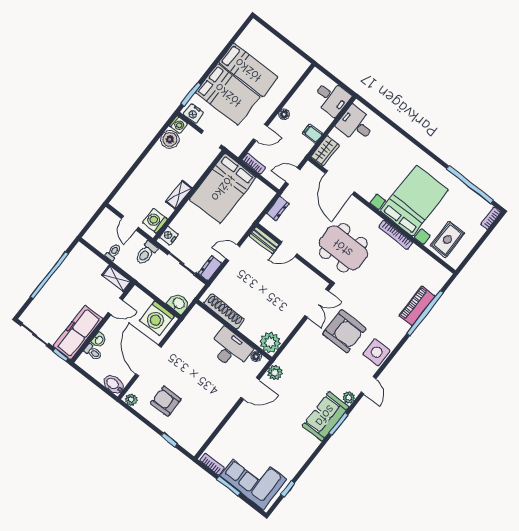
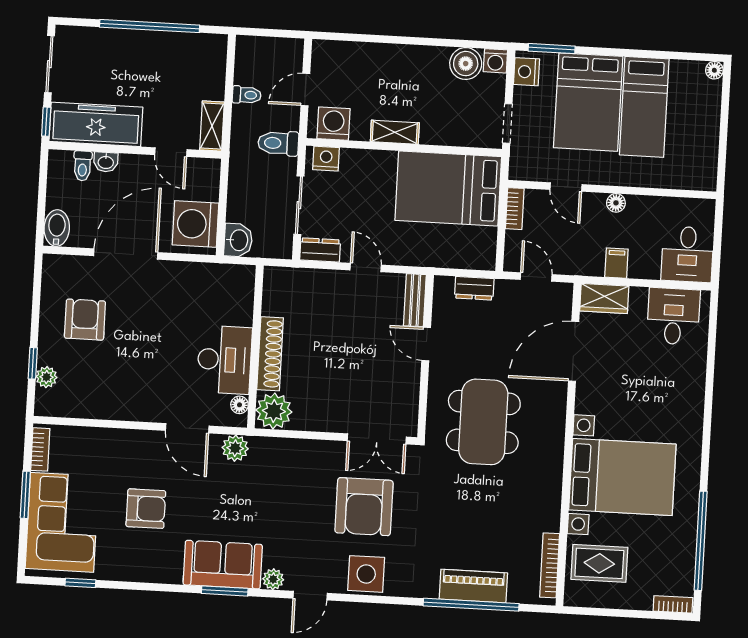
floor lamp: (254, 25) -> (714, 70), added
bookcase: (396, 235) -> (550, 565), moved
shoe rack: (224, 311) -> (270, 354), moved
plant: (131, 400) -> (46, 377), moved
armchair: (274, 434) -> (146, 509), added

